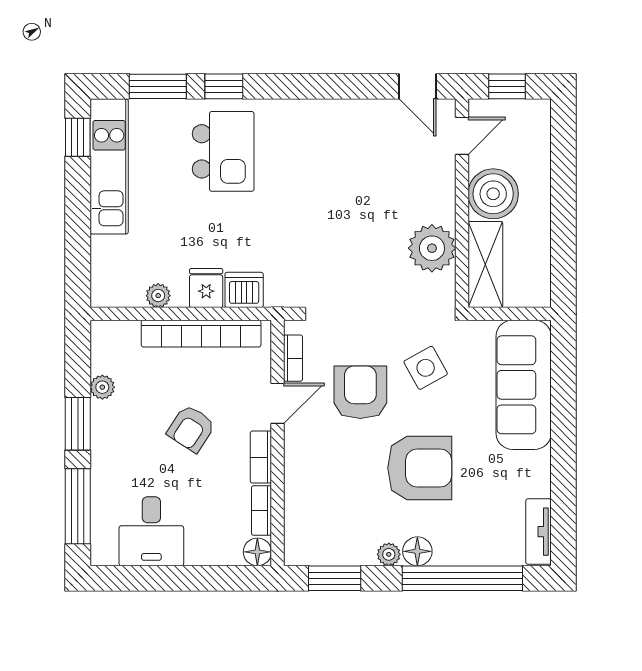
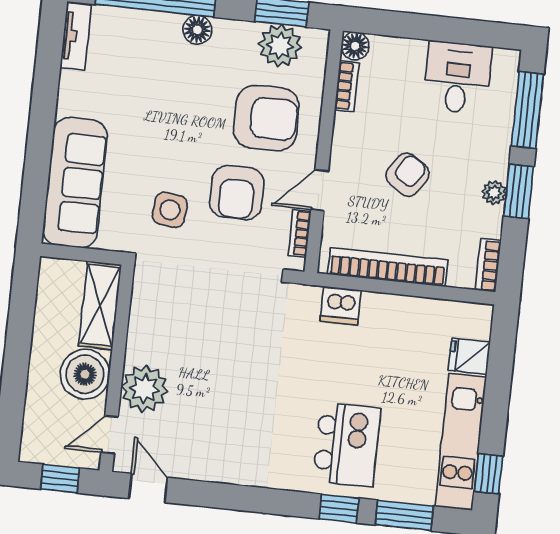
kitchen island: (223, 151) -> (347, 445), turned 180
plant: (432, 248) -> (144, 389), moved
fridge: (206, 288) -> (469, 356), moved, turned 90
plant: (158, 296) -> (426, 309), removed
side table: (426, 368) -> (170, 210), turned 35
plant: (102, 387) -> (494, 193), moved
bookcase: (261, 457) -> (488, 265), moved, turned 180
armchair: (420, 468) -> (266, 118), moved, turned 180
plant: (389, 554) -> (280, 46), moved, width x1.88, depth x1.88

